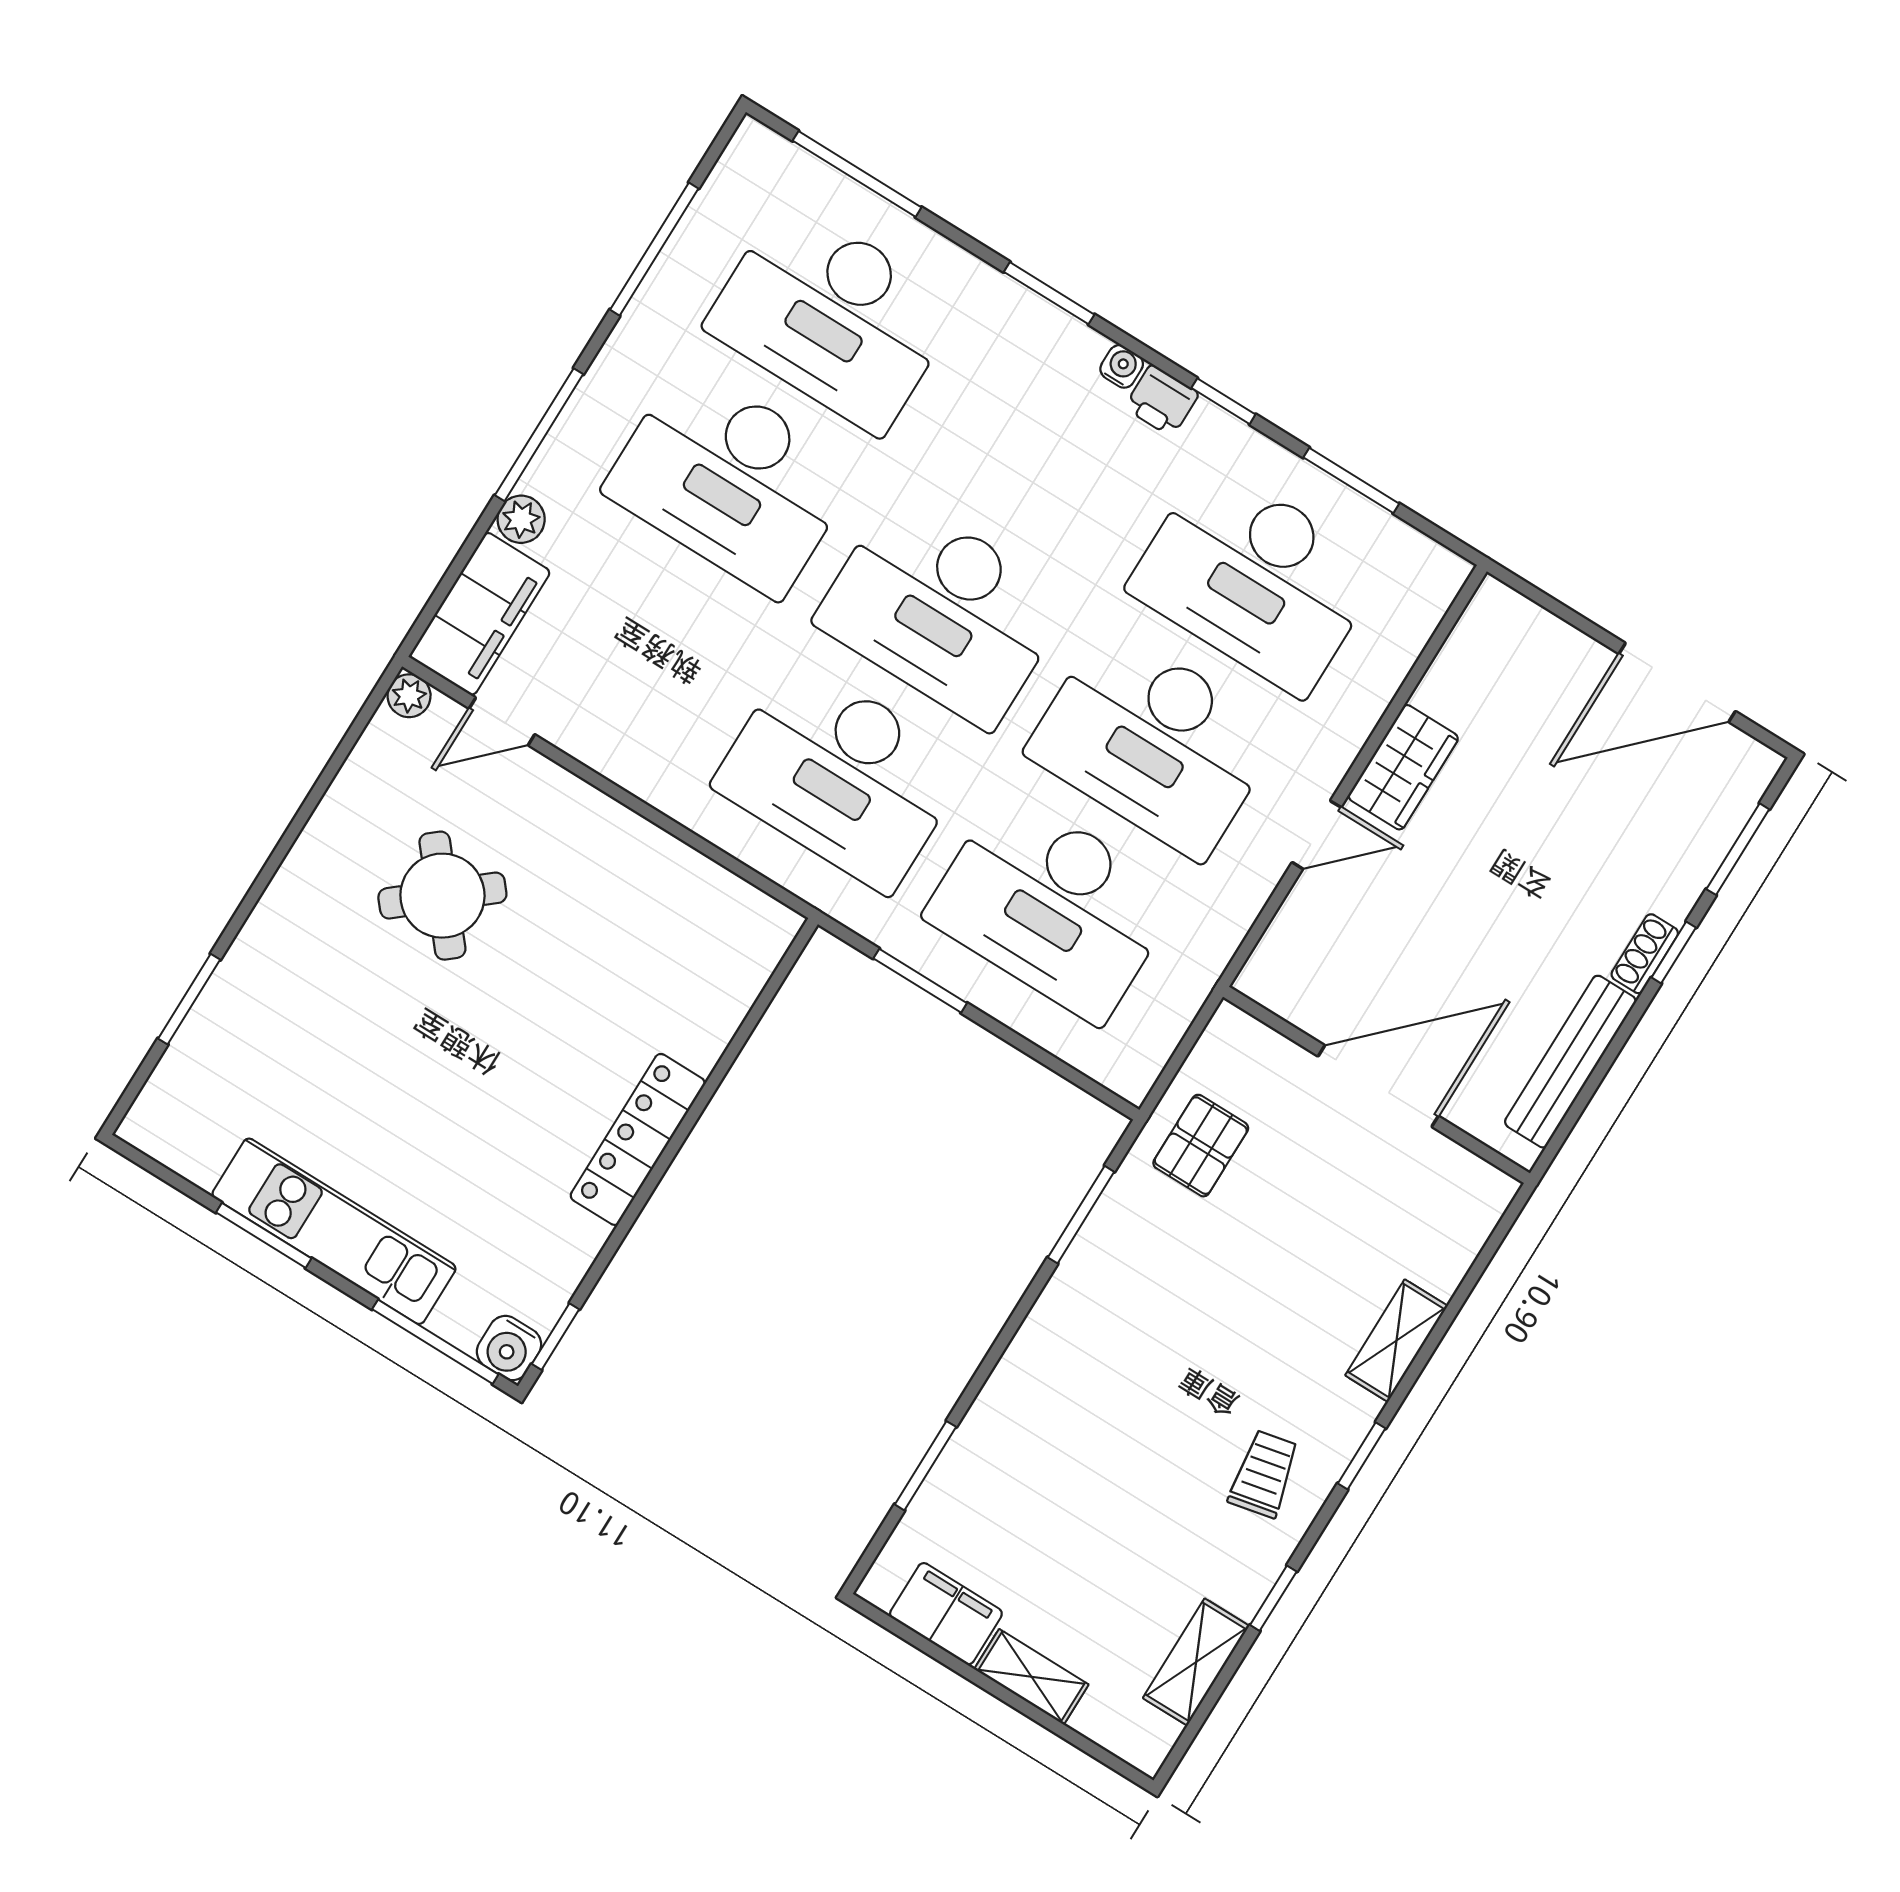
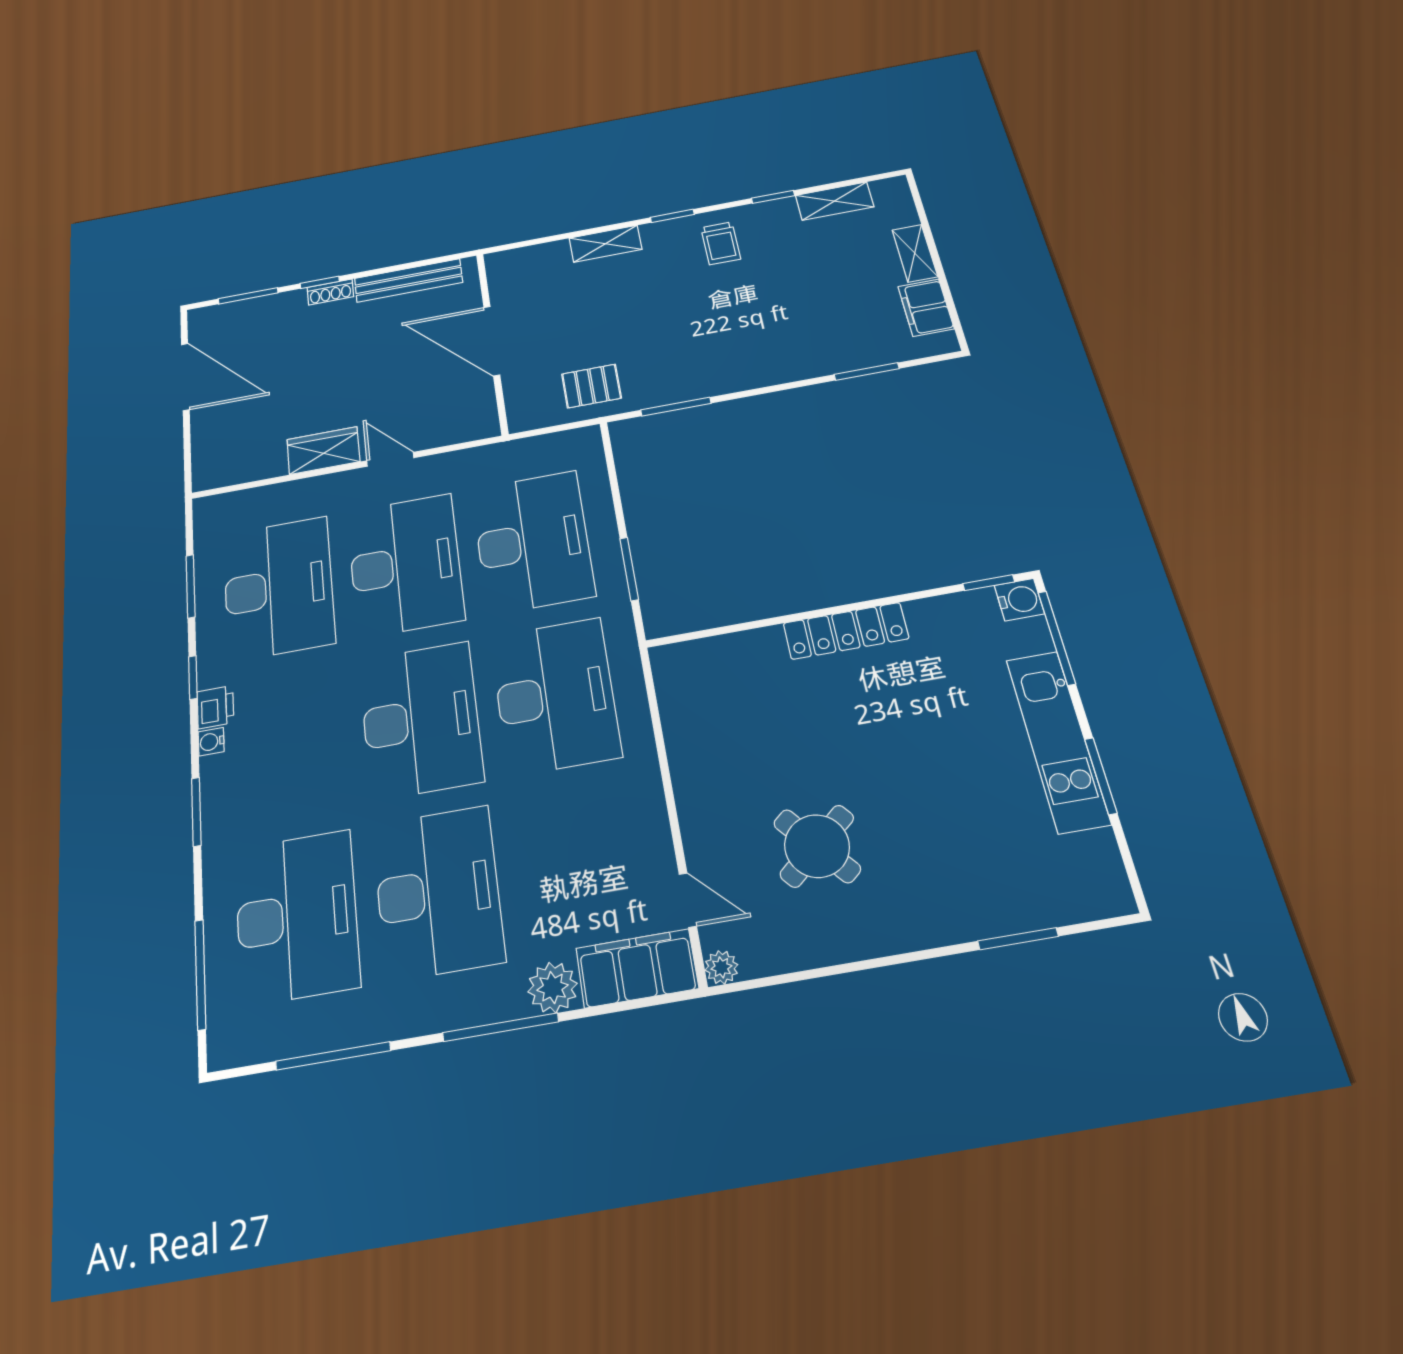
plant: (521, 519) -> (553, 988), width x1.38, depth x1.38
trolley: (1264, 1474) -> (721, 243), turned -78

